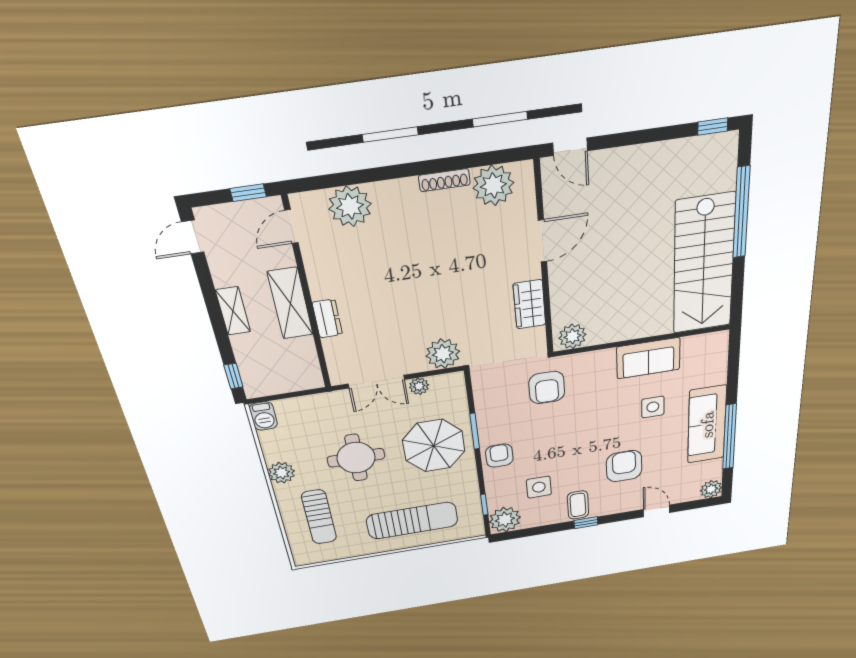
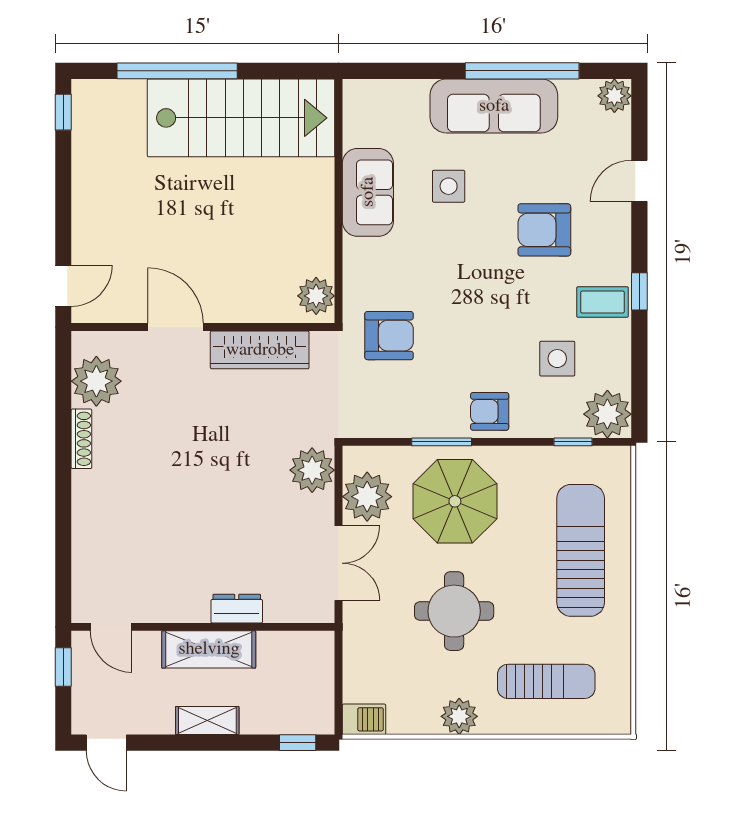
plant: (350, 206) -> (97, 554), removed
wardrobe: (529, 304) -> (260, 350), width x1.50
plant: (419, 386) -> (367, 497), width x1.87, depth x1.87

